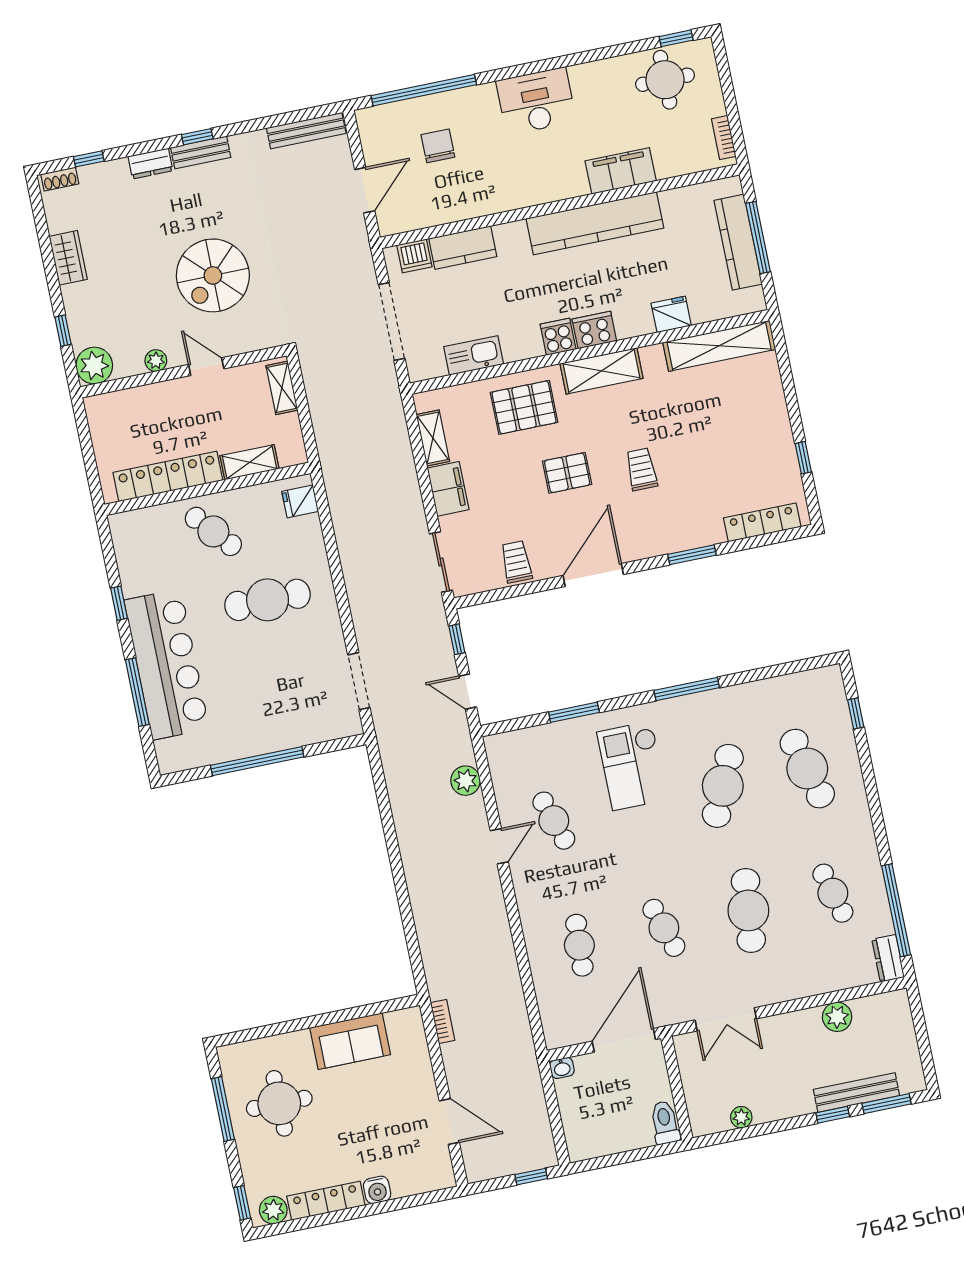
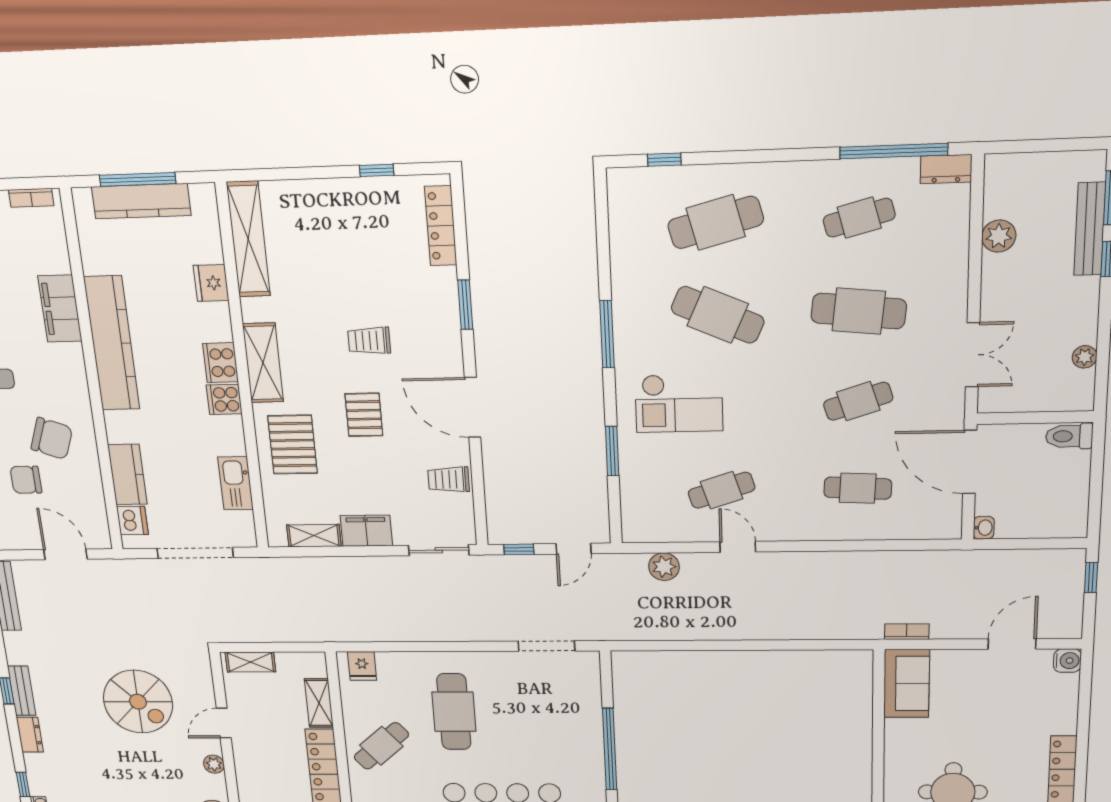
chair: (486, 170) -> (52, 438), added
sofa: (350, 1041) -> (907, 684), moved
water cooler: (377, 1190) -> (1067, 661), moved

